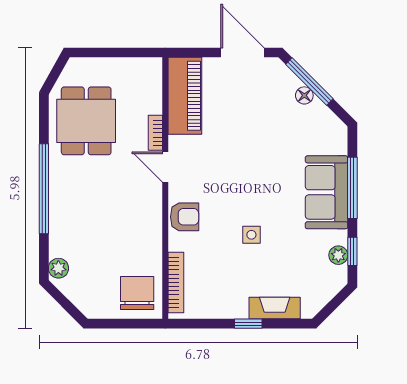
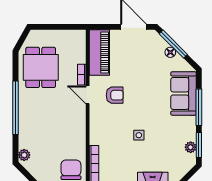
sofa: (327, 192) -> (183, 93), moved
armchair: (185, 217) -> (115, 95), moved
window: (352, 251) -> (199, 145), width x1.50

